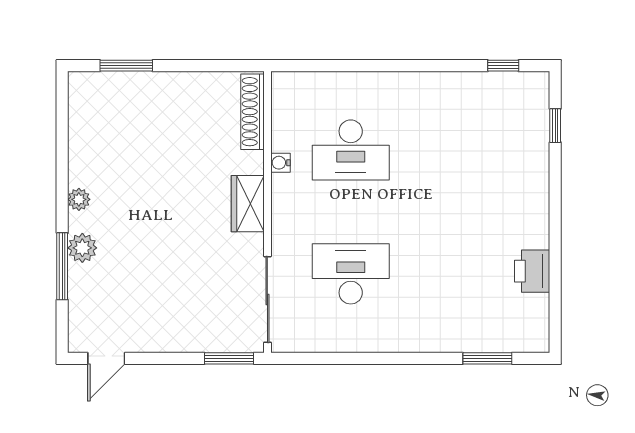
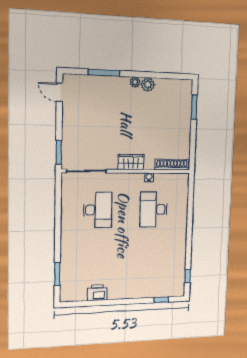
plant: (82, 248) -> (148, 84), moved

